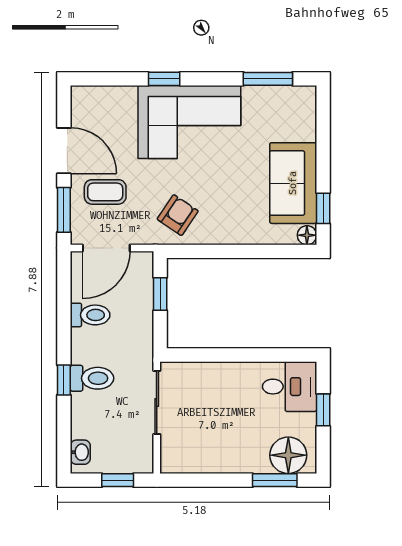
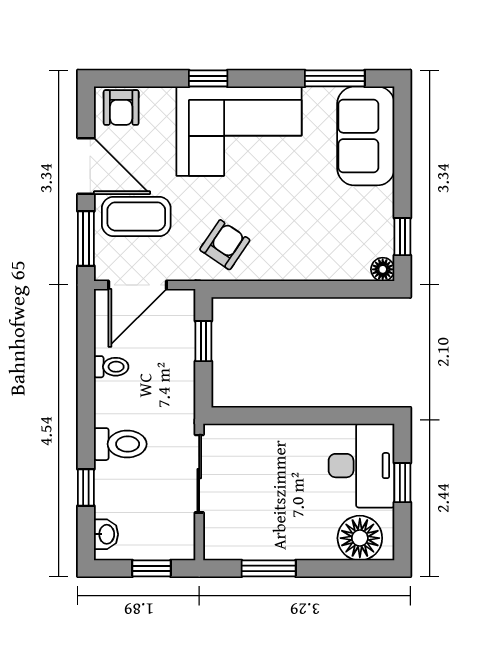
armchair: (93, 103) -> (121, 108), added
sofa: (293, 183) -> (366, 136), moved
coffee table: (105, 192) -> (136, 216), width x1.36, depth x1.30
toilet: (90, 315) -> (111, 367), width x0.73, depth x0.72
window: (64, 380) -> (86, 487), moved
desk: (290, 387) -> (361, 466), width x1.37
window: (275, 480) -> (269, 568), moved

